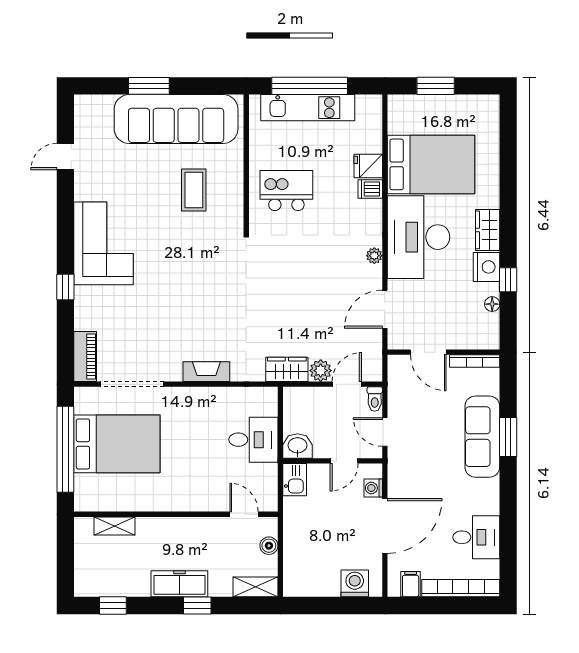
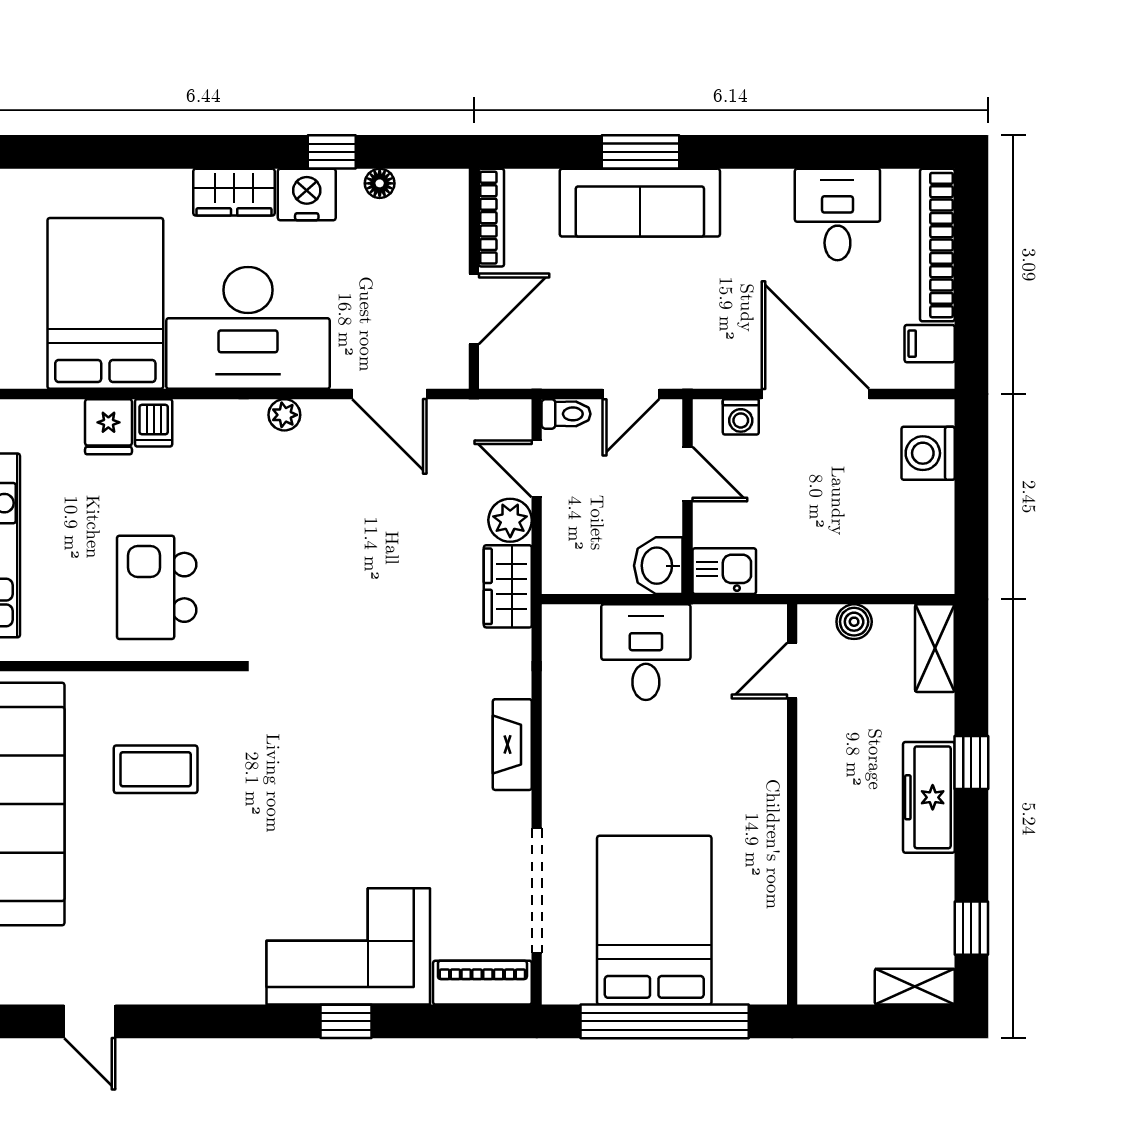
corner sofa: (104, 243) -> (348, 946), moved
shelving: (115, 526) -> (915, 987), moved, turned 90

